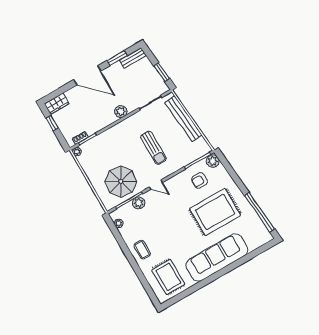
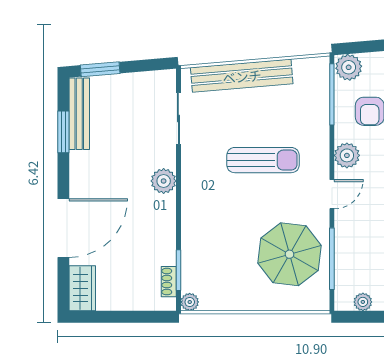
bench: (132, 58) -> (79, 114), width x1.36
window: (162, 72) -> (100, 69), moved
door: (87, 75) -> (63, 228), moved
window: (52, 123) -> (113, 317), removed
plant: (139, 203) -> (347, 155), moved

